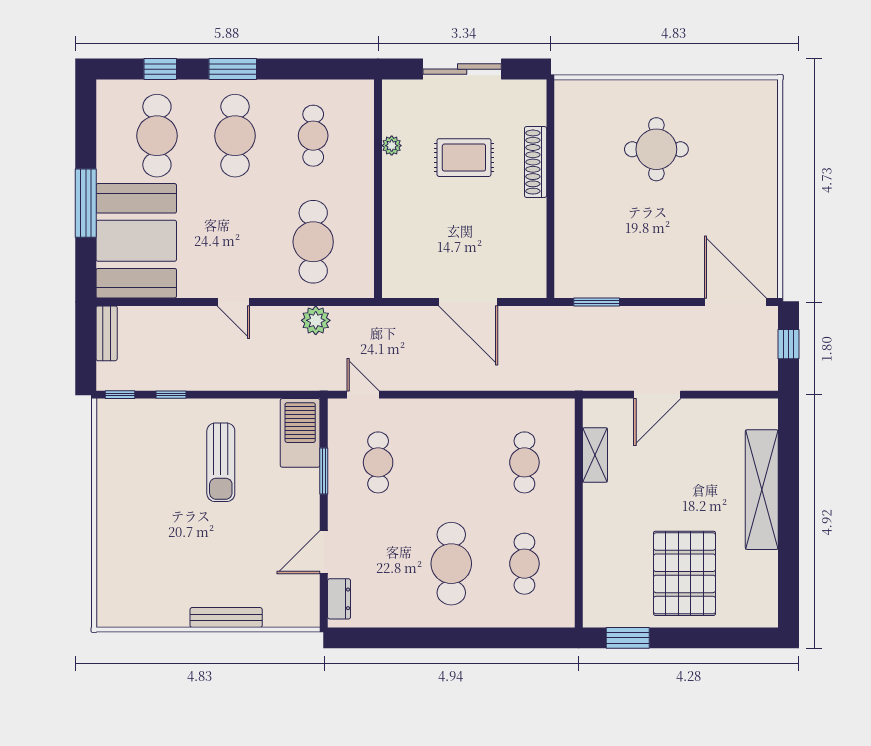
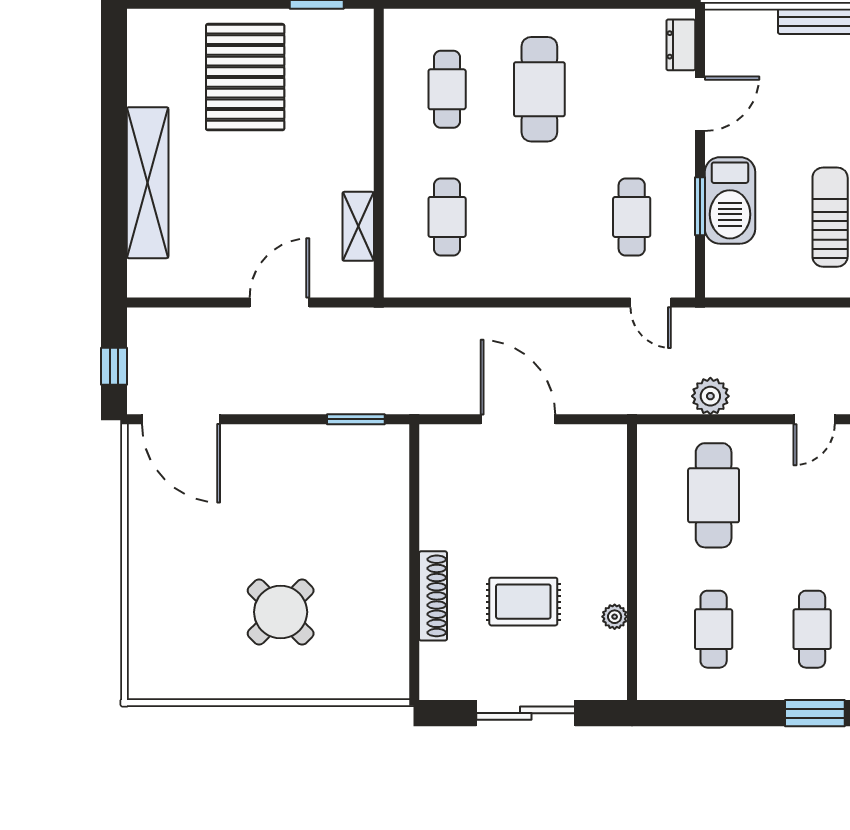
cafe table: (235, 136) -> (812, 629), width x0.73, depth x0.74
round table: (656, 149) -> (281, 612), turned 45
door: (233, 302) -> (814, 419), swing flipped
barbecue: (300, 433) -> (730, 200), moved

